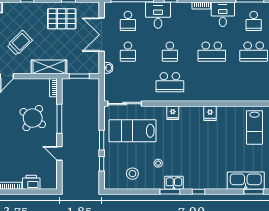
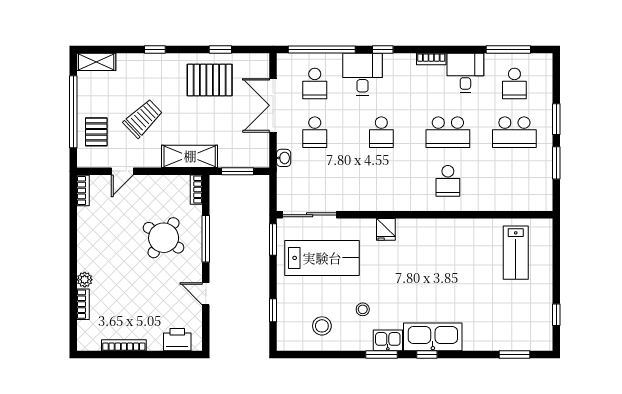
school desk: (170, 82) -> (448, 181), moved, width x0.54
fridge: (210, 113) -> (445, 230), removed
lab bench: (133, 131) -> (322, 258), turned 180
window: (102, 140) -> (273, 240), moved
kitchen sink: (246, 181) -> (433, 337), moved
printer: (31, 182) -> (177, 340), moved

